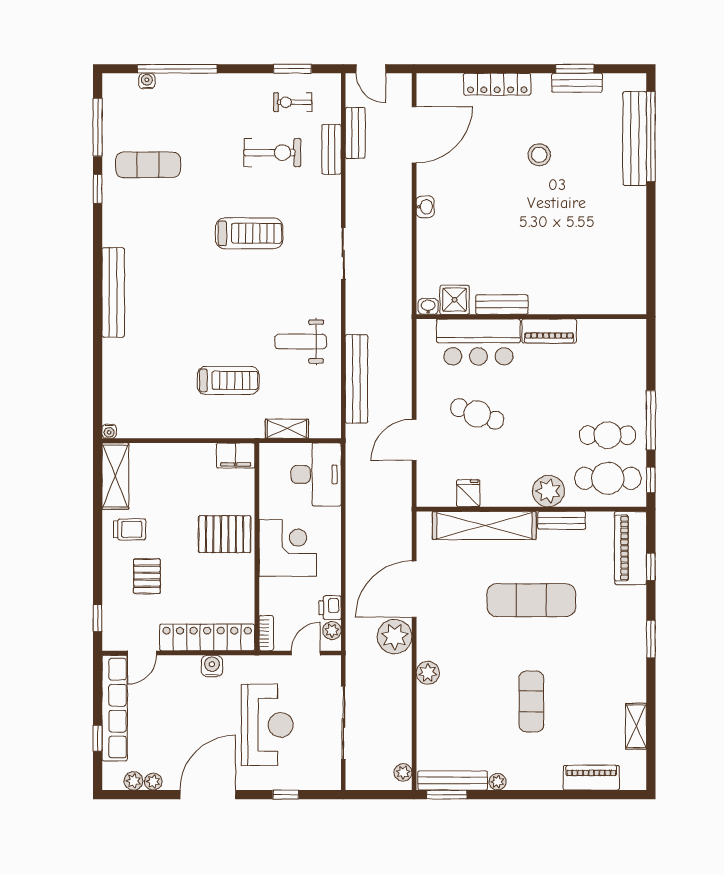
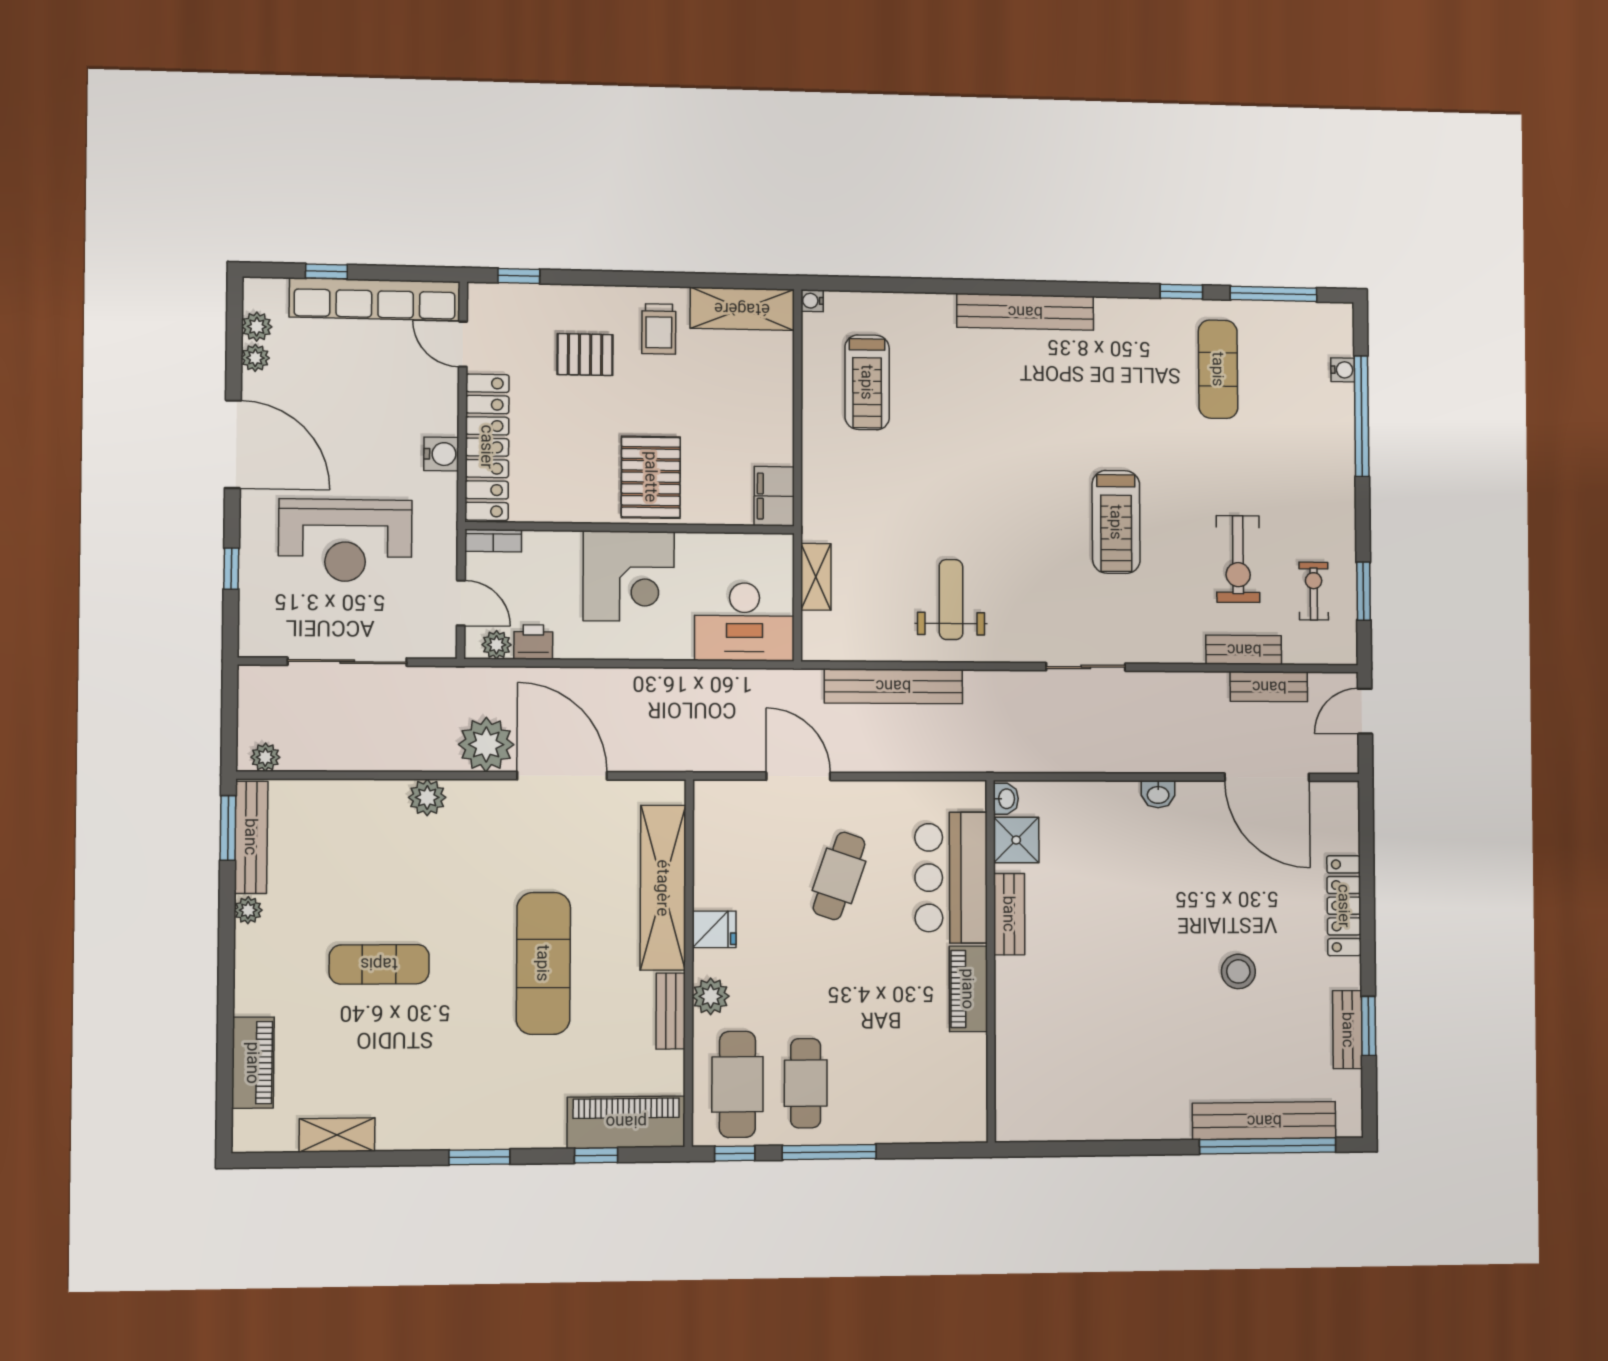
treadmill: (228, 380) -> (867, 382), moved
plant: (548, 491) -> (711, 996), width x0.73, depth x0.73
fridge: (468, 493) -> (714, 929), moved

